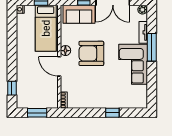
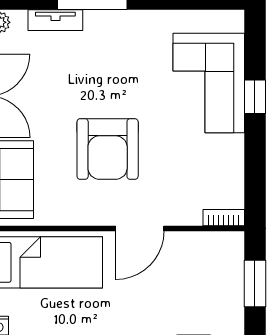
floor lamp: (65, 51) -> (100, 213), removed
corner sofa: (133, 64) -> (209, 83), moved, turned 90

